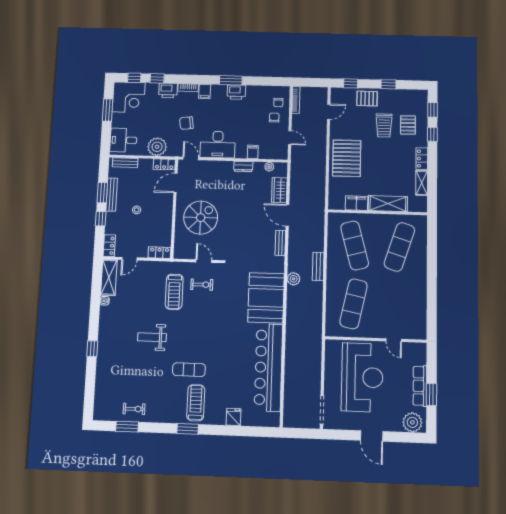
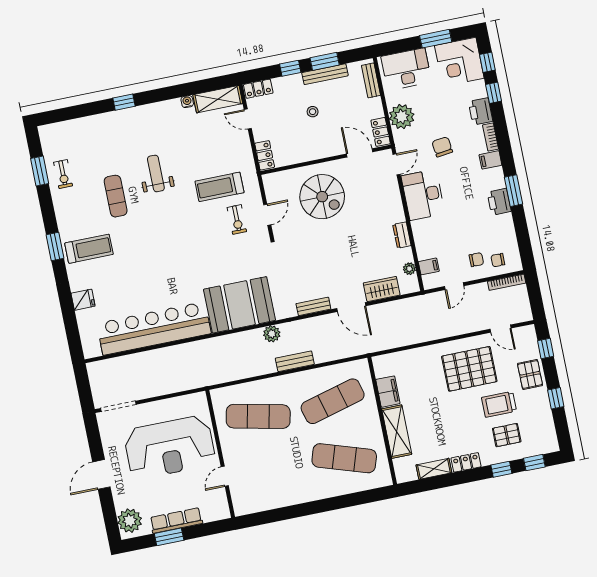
desk: (123, 140) -> (406, 69), width x1.37
filing cabinet: (253, 152) -> (429, 266), moved
pallet: (347, 158) -> (469, 369), moved
door: (287, 215) -> (351, 307), swing flipped
exercise mat: (189, 370) -> (116, 196), moved

